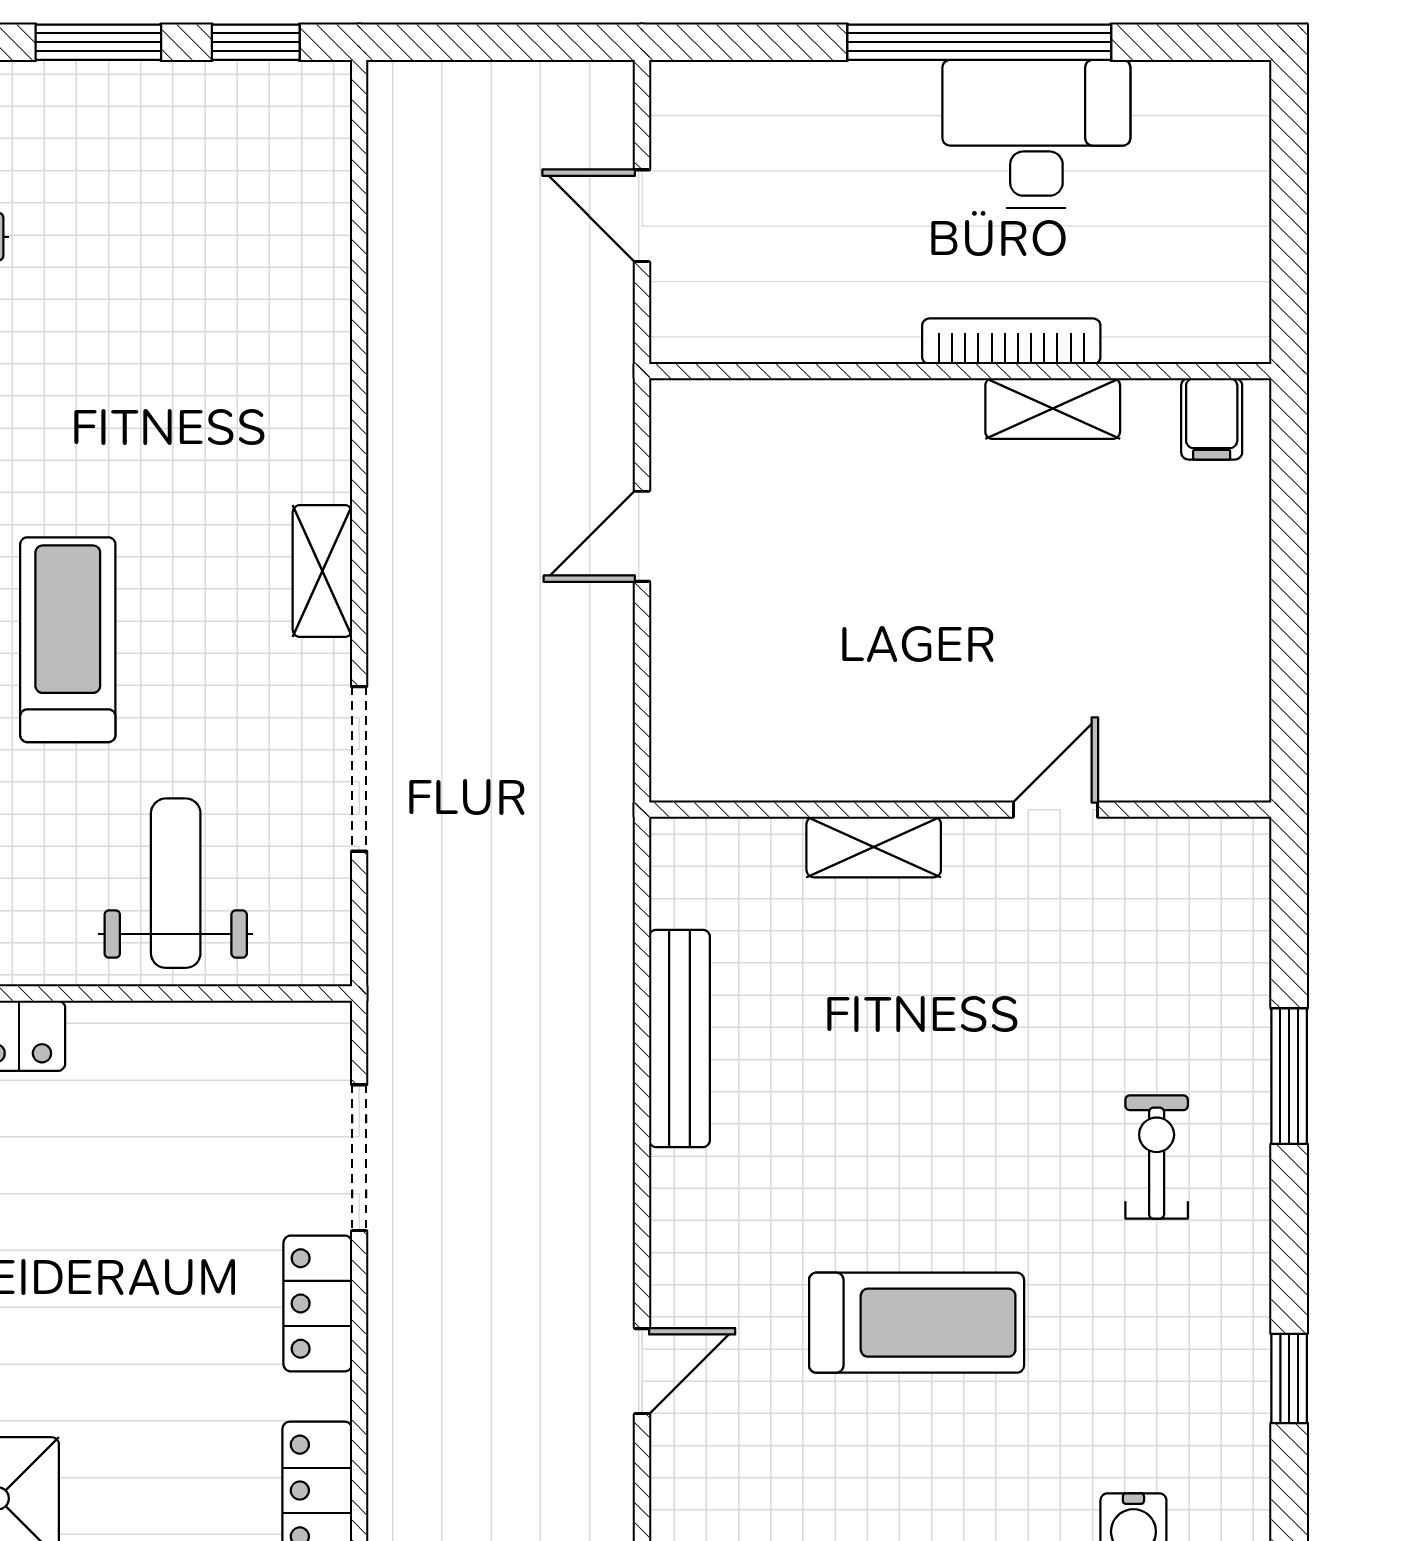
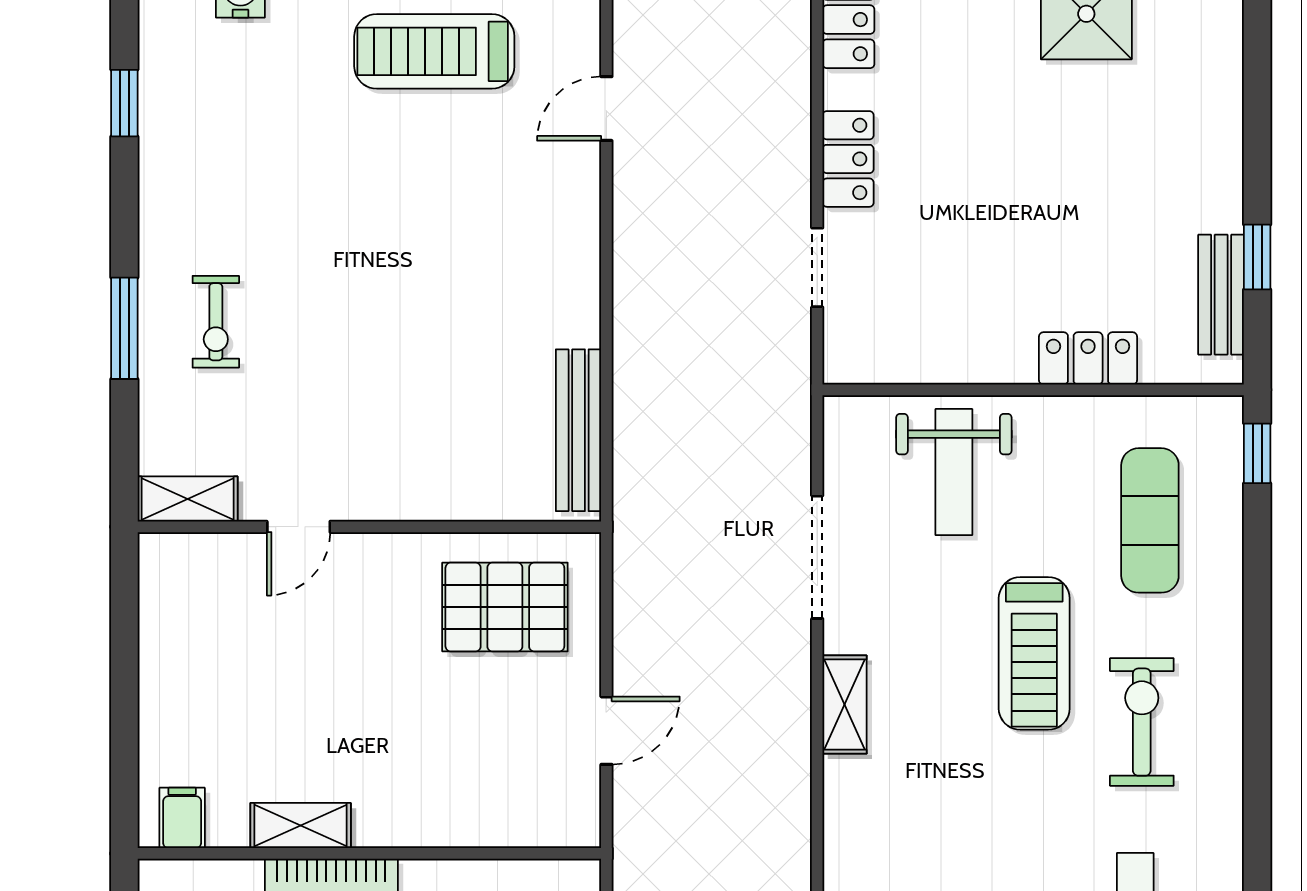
pallet: (778, 702) -> (505, 607), added
shelving: (874, 847) -> (188, 499), moved
bench: (680, 1038) -> (579, 430), moved
exercise bike: (1157, 1157) -> (216, 322), moved
doorway: (359, 1158) -> (817, 267), width x0.73
treadmill: (917, 1323) -> (434, 51), moved

